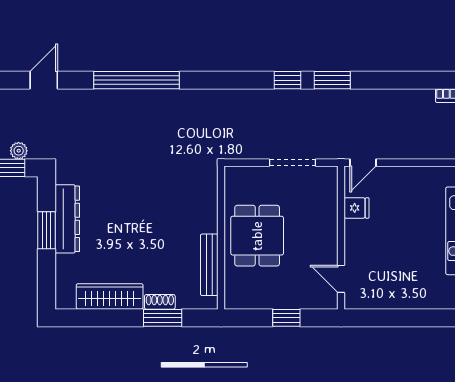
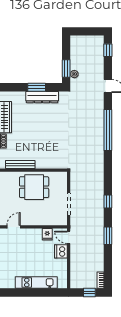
window: (332, 80) -> (108, 236), moved
dishwasher: (393, 179) -> (61, 251), added

